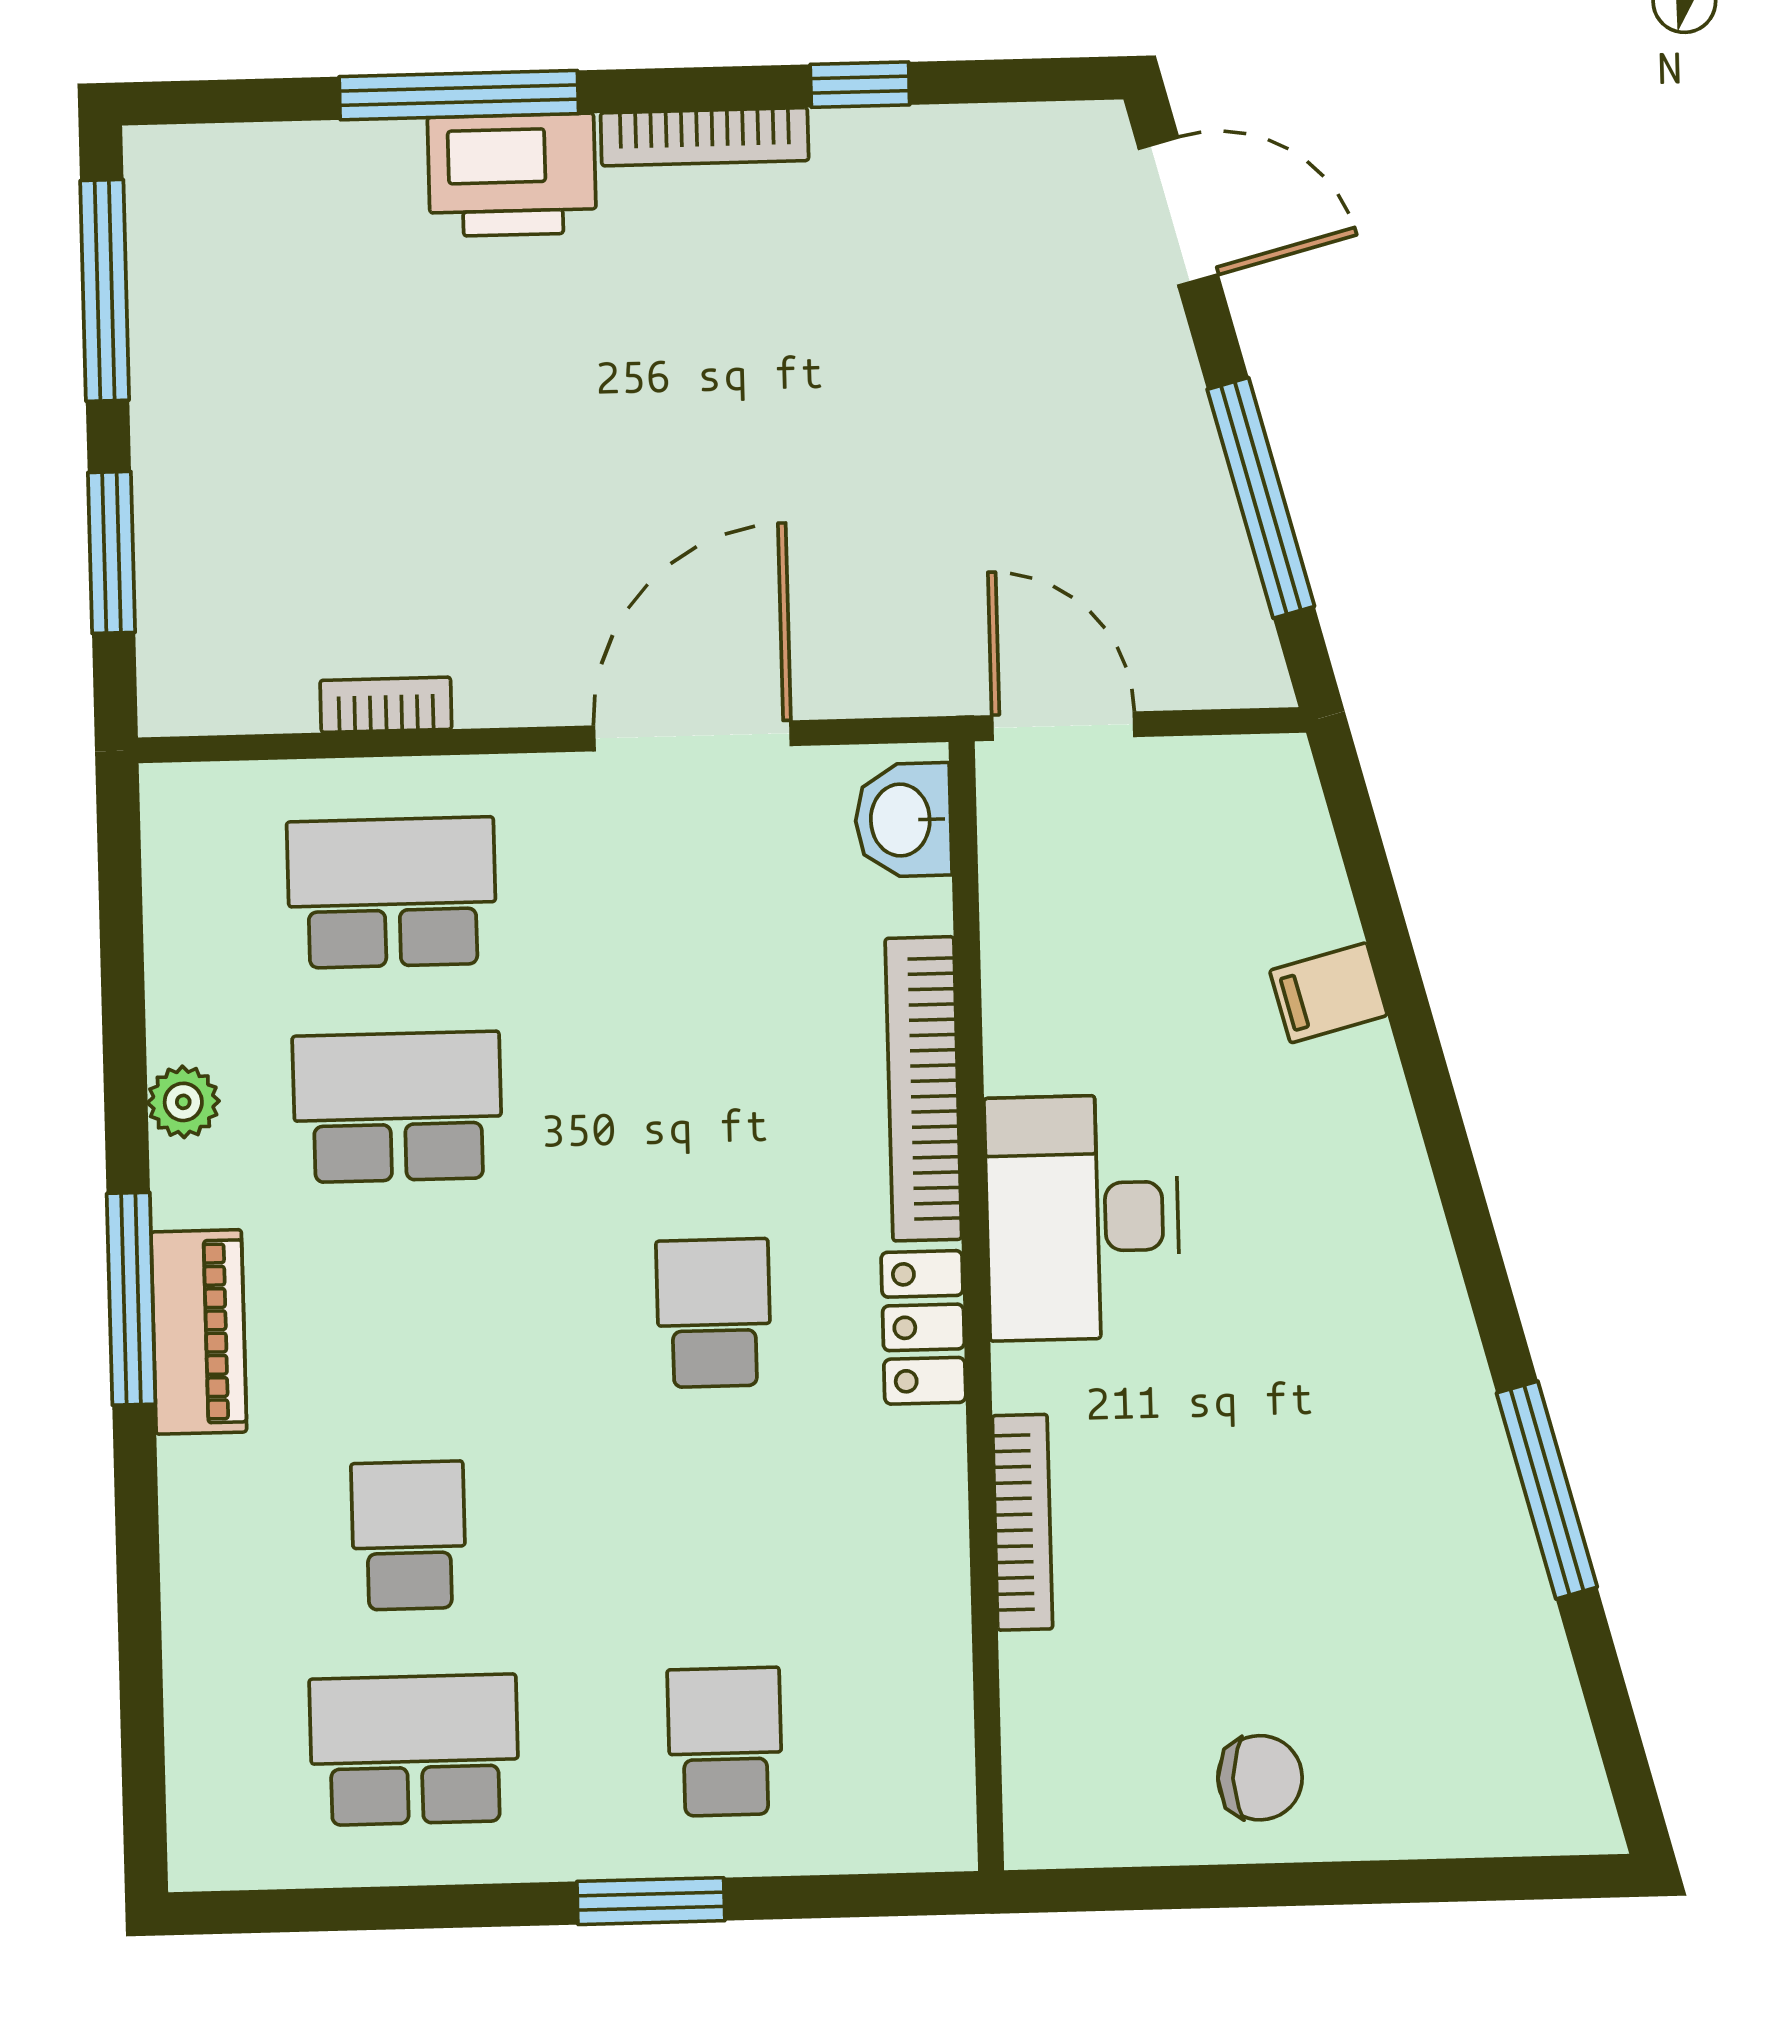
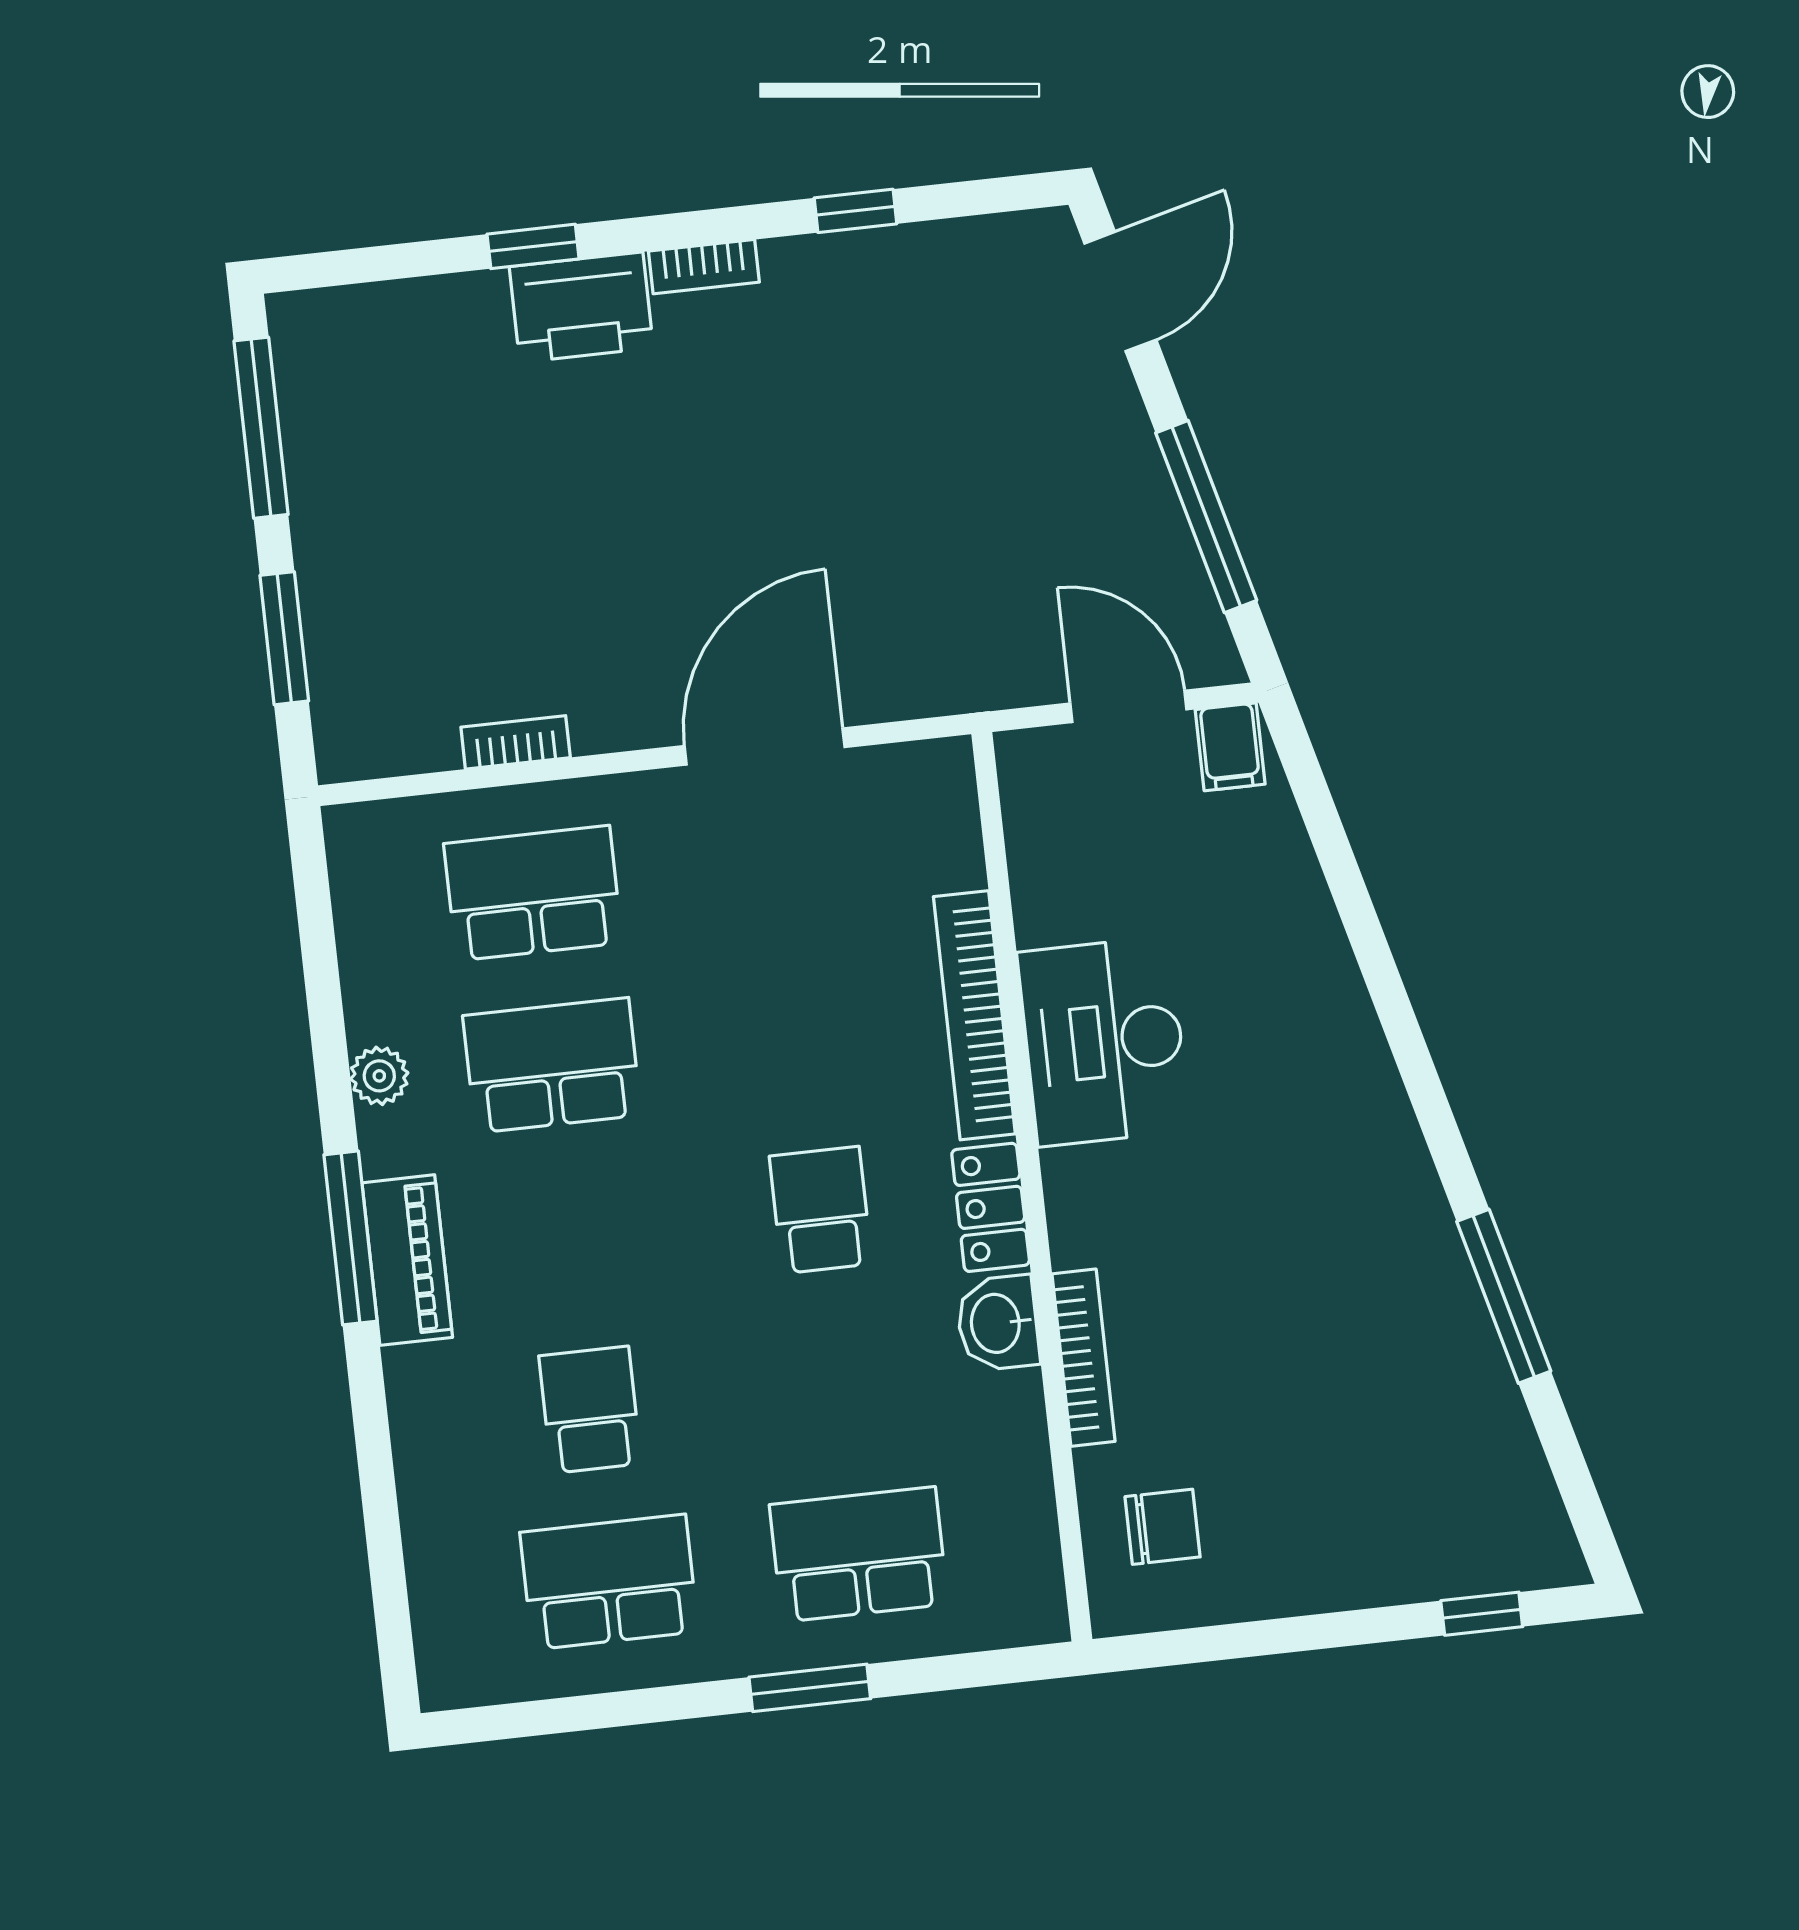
window: (459, 95) -> (533, 246), width x0.46
bookcase: (705, 137) -> (704, 267), width x0.64
door: (1178, 212) -> (1120, 292), hinge flipped
door: (1063, 726) -> (1128, 706), moved
washbasin: (903, 820) -> (998, 1323), moved
filing cabinet: (1328, 993) -> (1230, 747), moved, turned -75
desk: (1082, 1217) -> (1104, 1041), moved
school desk: (725, 1742) -> (859, 1554), width x1.85
chair: (1260, 1778) -> (1163, 1527), moved
window: (1487, 1879) -> (1482, 1614), added

